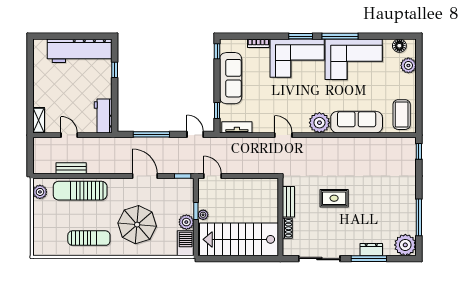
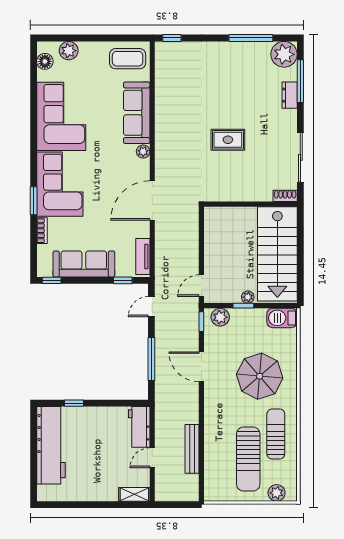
window: (301, 36) -> (34, 201), moved
window: (340, 36) -> (34, 133), removed
workbench: (103, 116) -> (139, 427), moved, turned 90
plant: (319, 123) -> (143, 152), width x0.53, depth x0.53
door: (283, 135) -> (152, 201), width x1.88
bench: (71, 168) -> (192, 449), width x1.36
door: (145, 176) -> (201, 367), hinge flipped
sun lounger: (80, 191) -> (248, 459), moved
plant: (40, 192) -> (277, 493), moved
rug: (334, 198) -> (228, 140), turned 90
bench: (288, 202) -> (232, 195), removed
plant: (186, 222) -> (220, 317), moved
shoe rack: (287, 228) -> (285, 196), moved
window: (369, 259) -> (300, 81), moved

